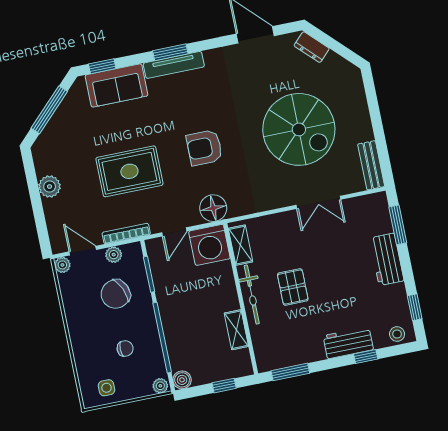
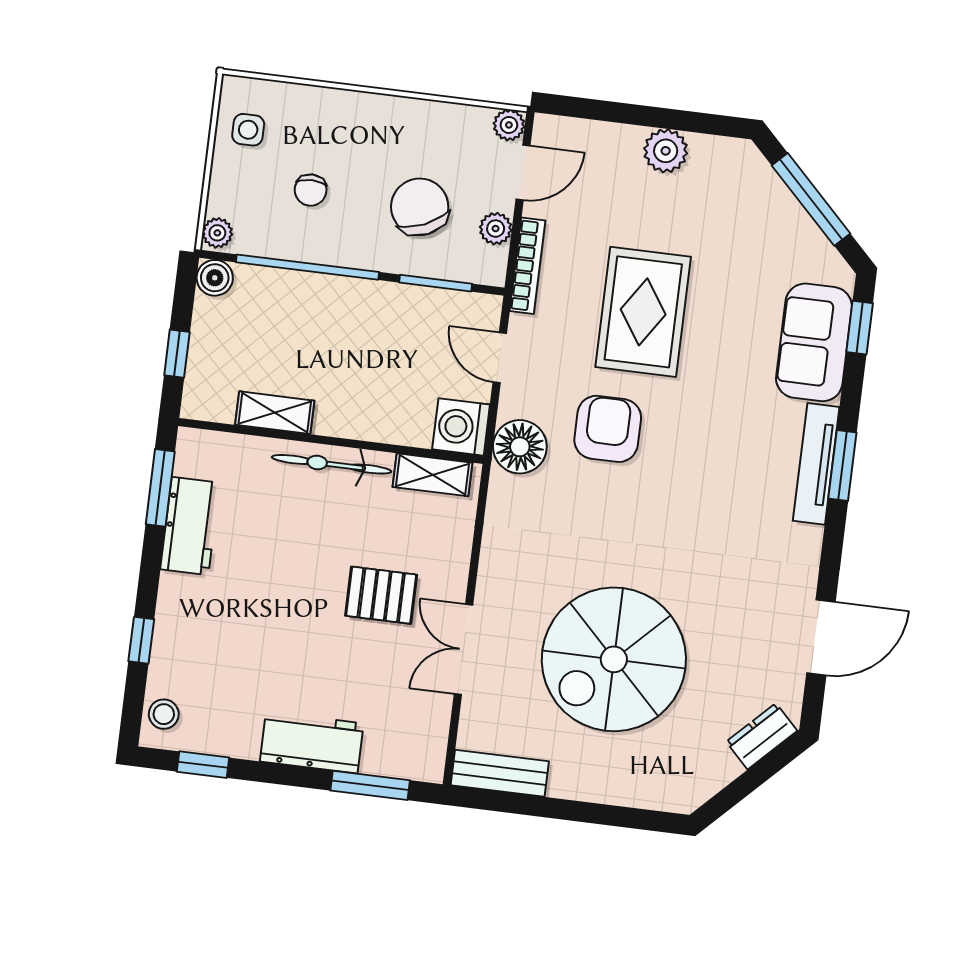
armchair: (204, 148) -> (608, 429), moved
washing machine: (209, 245) -> (461, 427), width x0.73, depth x0.73
pallet: (293, 287) -> (381, 595), moved
workbench: (348, 343) -> (190, 526), moved

